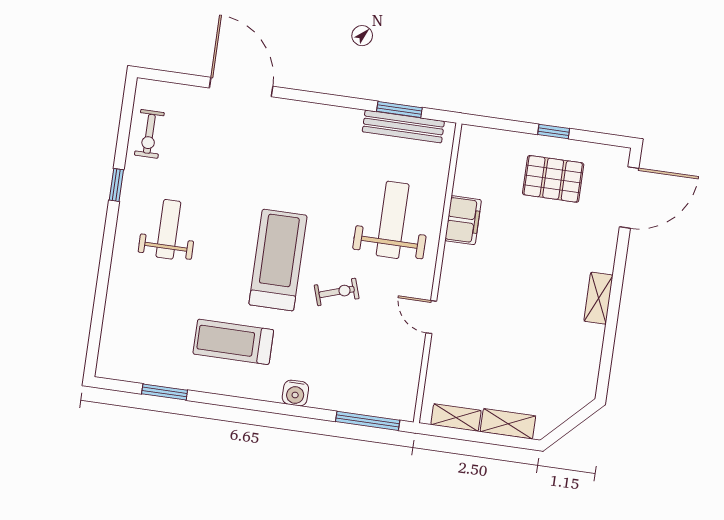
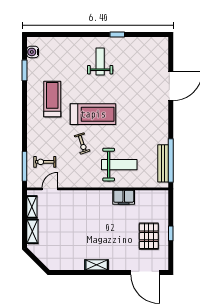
window: (399, 110) -> (171, 160), width x2.11
exercise bike: (149, 134) -> (45, 162), moved
weight bench: (168, 229) -> (100, 61), turned -90
door: (431, 317) -> (50, 189), moved
water cooler: (295, 393) -> (33, 52), moved

